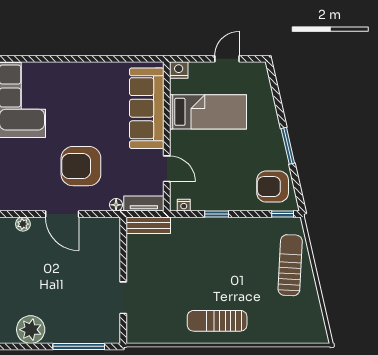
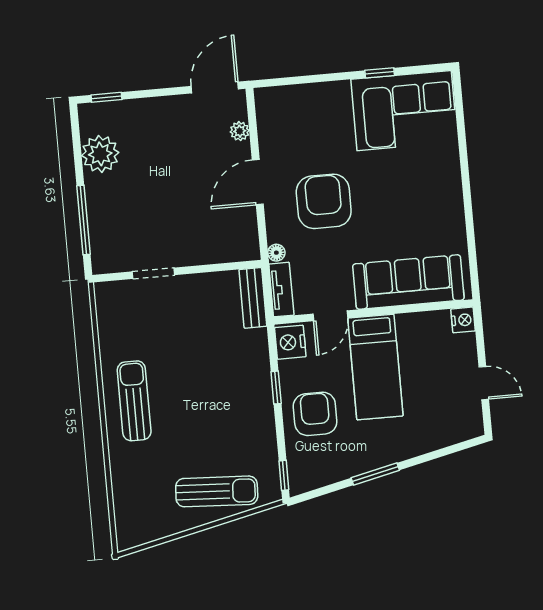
bed: (208, 112) -> (375, 367), moved
armchair: (273, 187) -> (315, 414), moved
nightstand: (184, 205) -> (290, 342), width x1.89, depth x1.79

